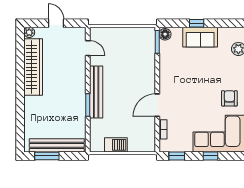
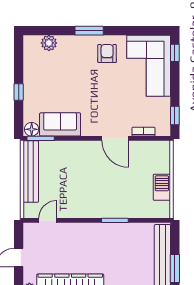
sofa: (200, 37) -> (60, 124), moved, turned -90
bench: (96, 92) -> (31, 171), moved, turned 90
armchair: (229, 98) -> (107, 54), turned 90
window: (211, 156) -> (175, 53), moved

